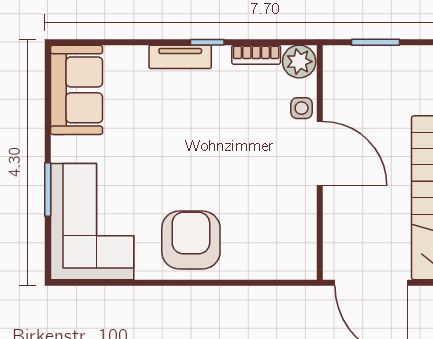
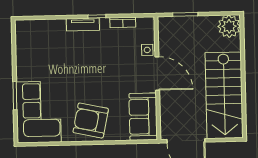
plant: (299, 62) -> (145, 25), removed
sofa: (77, 90) -> (143, 117), moved, turned 180
armchair: (191, 240) -> (91, 120), turned -78

